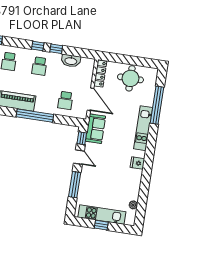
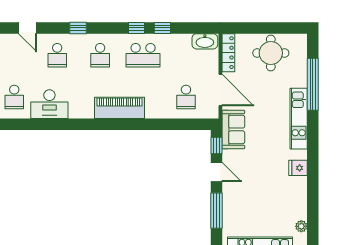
washbasin: (71, 61) -> (205, 41), moved
school desk: (39, 66) -> (143, 55), width x1.85
window: (35, 116) -> (147, 124), removed

